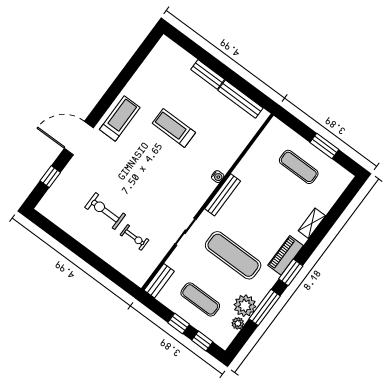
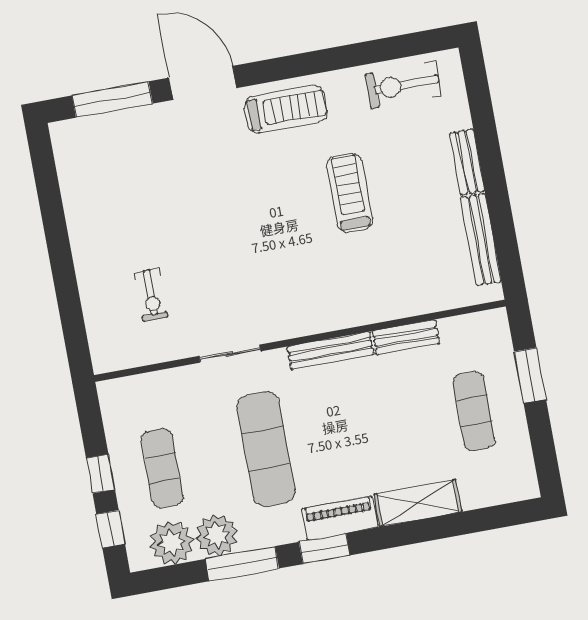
window: (324, 146) -> (530, 375), moved
window: (50, 177) -> (112, 100), width x2.17
water cooler: (218, 177) -> (347, 318), removed
exercise bike: (105, 211) -> (403, 85), moved, turned -90
shelving: (312, 223) -> (418, 503), width x1.50, depth x1.33
bench: (159, 281) -> (406, 337), moved
plant: (238, 323) -> (172, 543), width x1.87, depth x1.87

